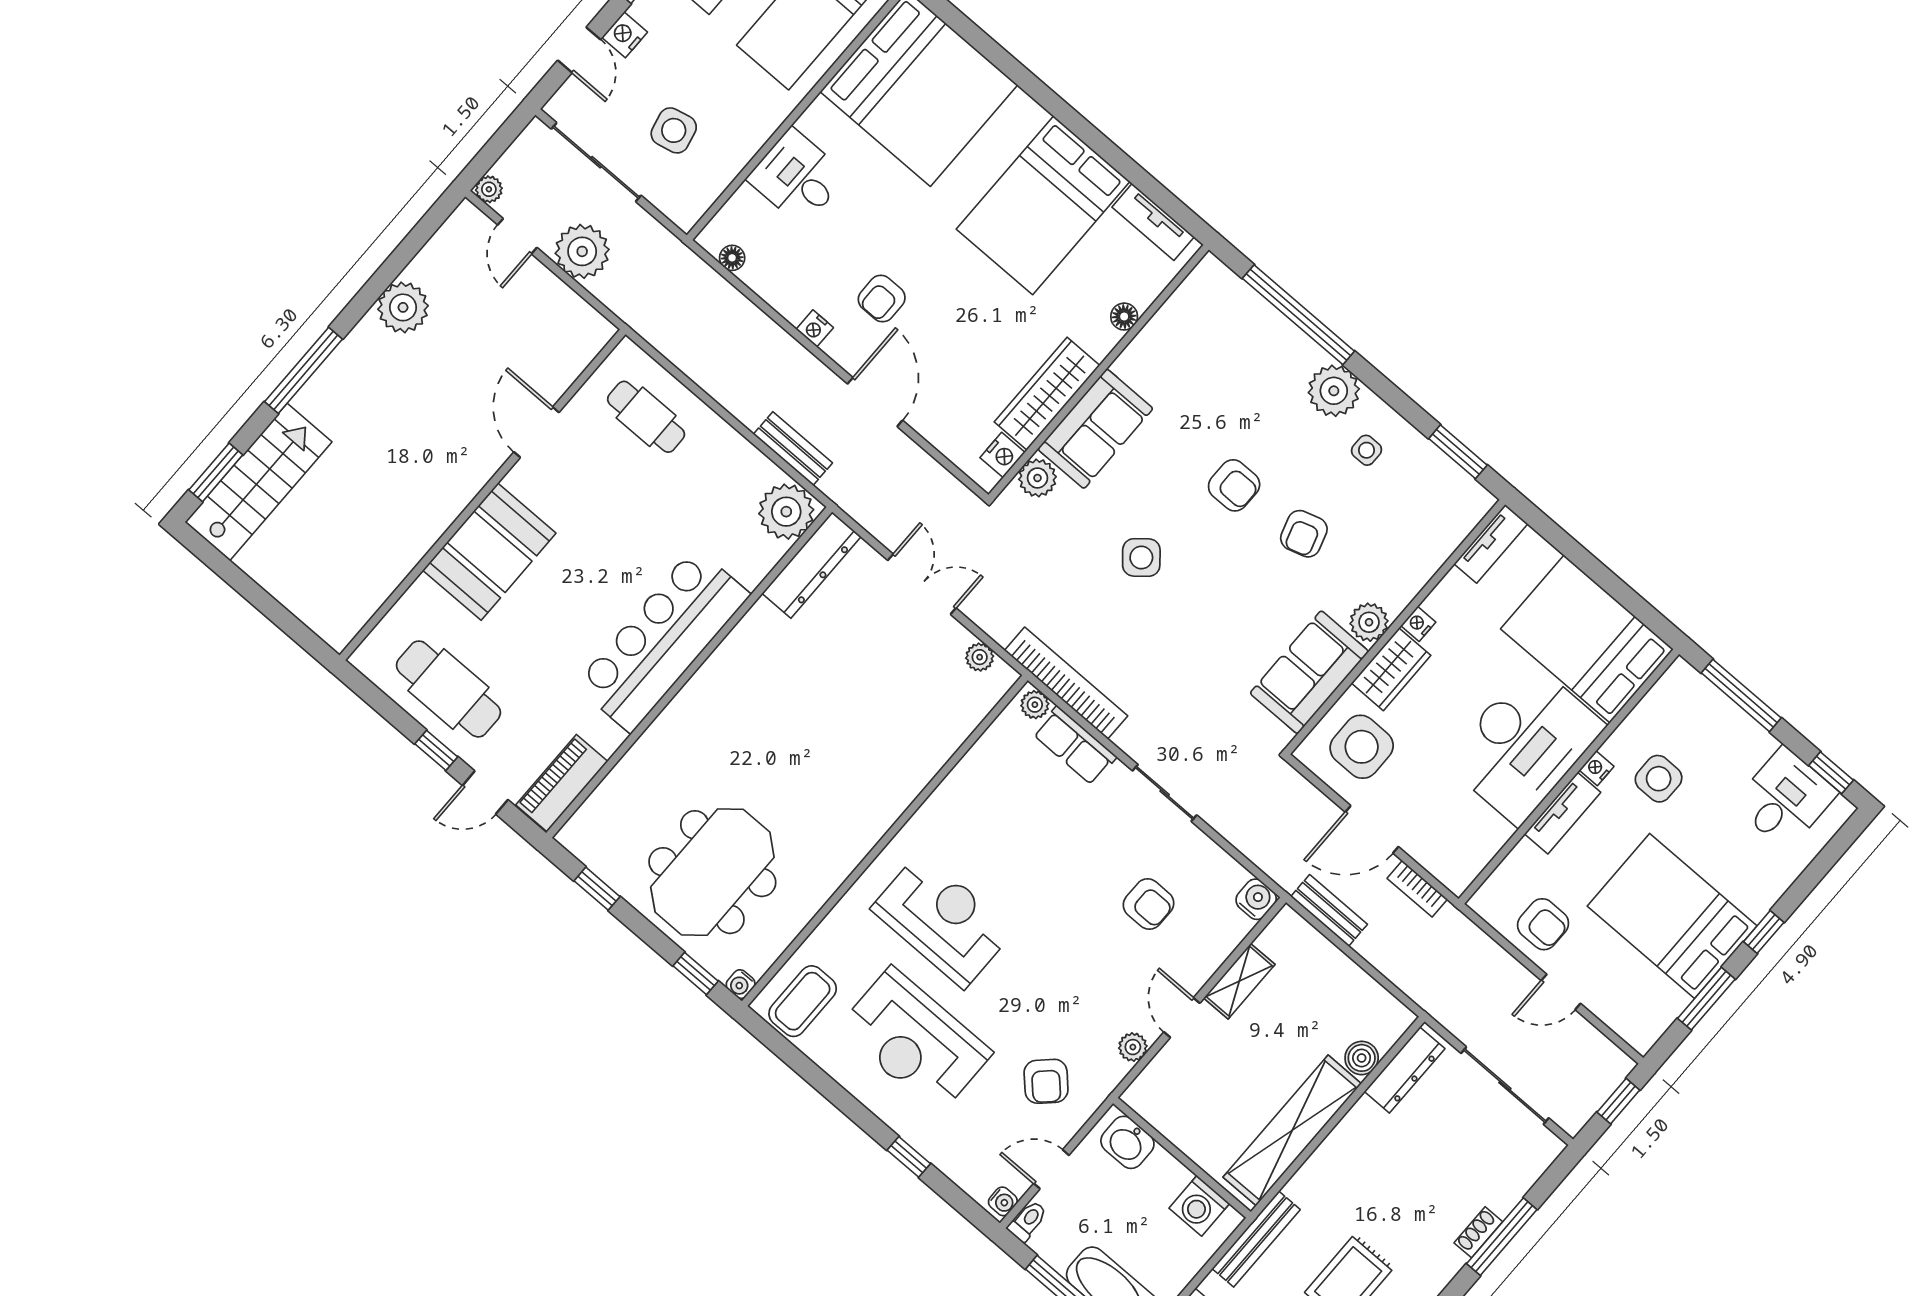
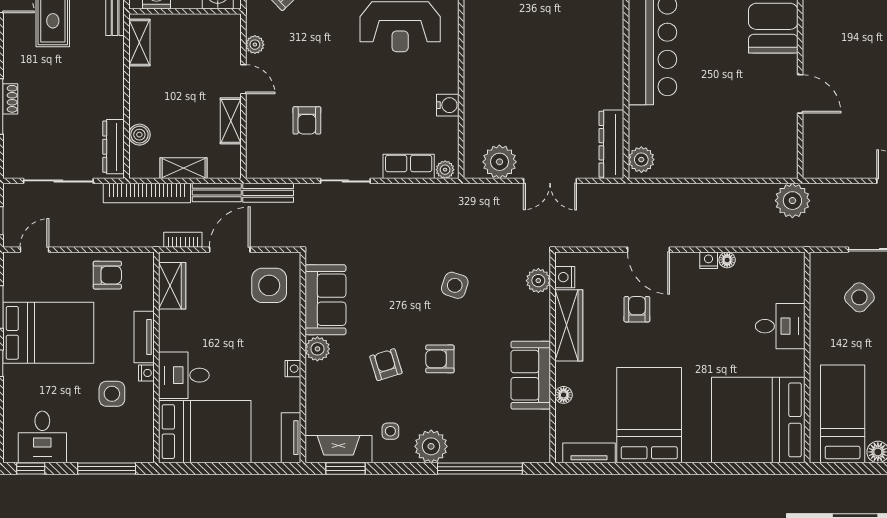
side table: (674, 130) -> (859, 297), turned -33
plant: (582, 251) -> (792, 201), moved
floor lamp: (732, 258) -> (727, 260), moved
armchair: (882, 299) -> (637, 309), moved
cafe table: (646, 417) -> (753, 147), removed
sofa: (1095, 429) -> (531, 375), moved
bench: (793, 449) -> (268, 193), moved
fireplace: (1446, 482) -> (339, 449), added
plant: (786, 512) -> (641, 160), width x0.73, depth x0.73
side table: (1141, 557) -> (455, 285), turned -32
plant: (980, 657) -> (499, 162), width x1.88, depth x1.88
wardrobe: (1391, 669) -> (172, 286), moved, turned 180
bookcase: (1066, 683) -> (147, 193), moved
desk: (1525, 744) -> (184, 375), width x0.53, depth x0.77
water cooler: (1256, 899) -> (448, 105), moved, turned -90
armchair: (1149, 904) -> (307, 120), turned -90
armchair: (1543, 924) -> (107, 275), turned 180
shelving: (1343, 973) -> (184, 168), added
door: (1561, 992) -> (35, 250), moved
shelving: (1292, 1130) -> (139, 42), width x0.45, depth x0.75

